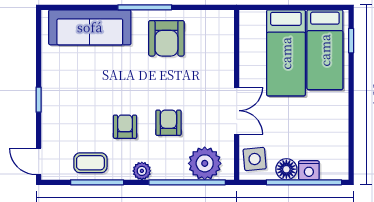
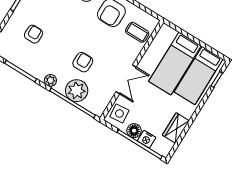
armchair: (125, 127) -> (34, 34), moved
wardrobe: (337, 133) -> (176, 128), added
coffee table: (90, 163) -> (137, 32), moved
plant: (205, 163) -> (77, 91), moved

